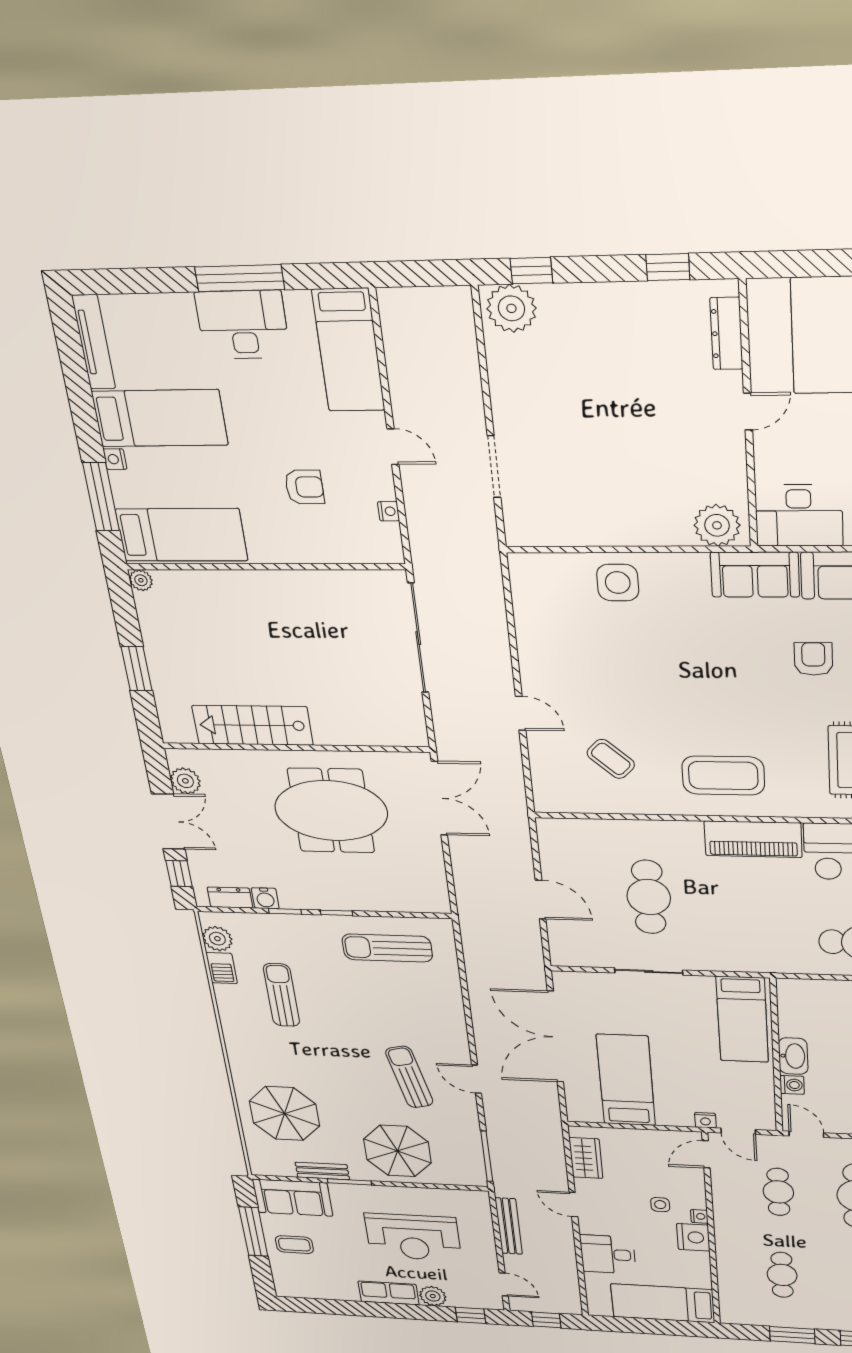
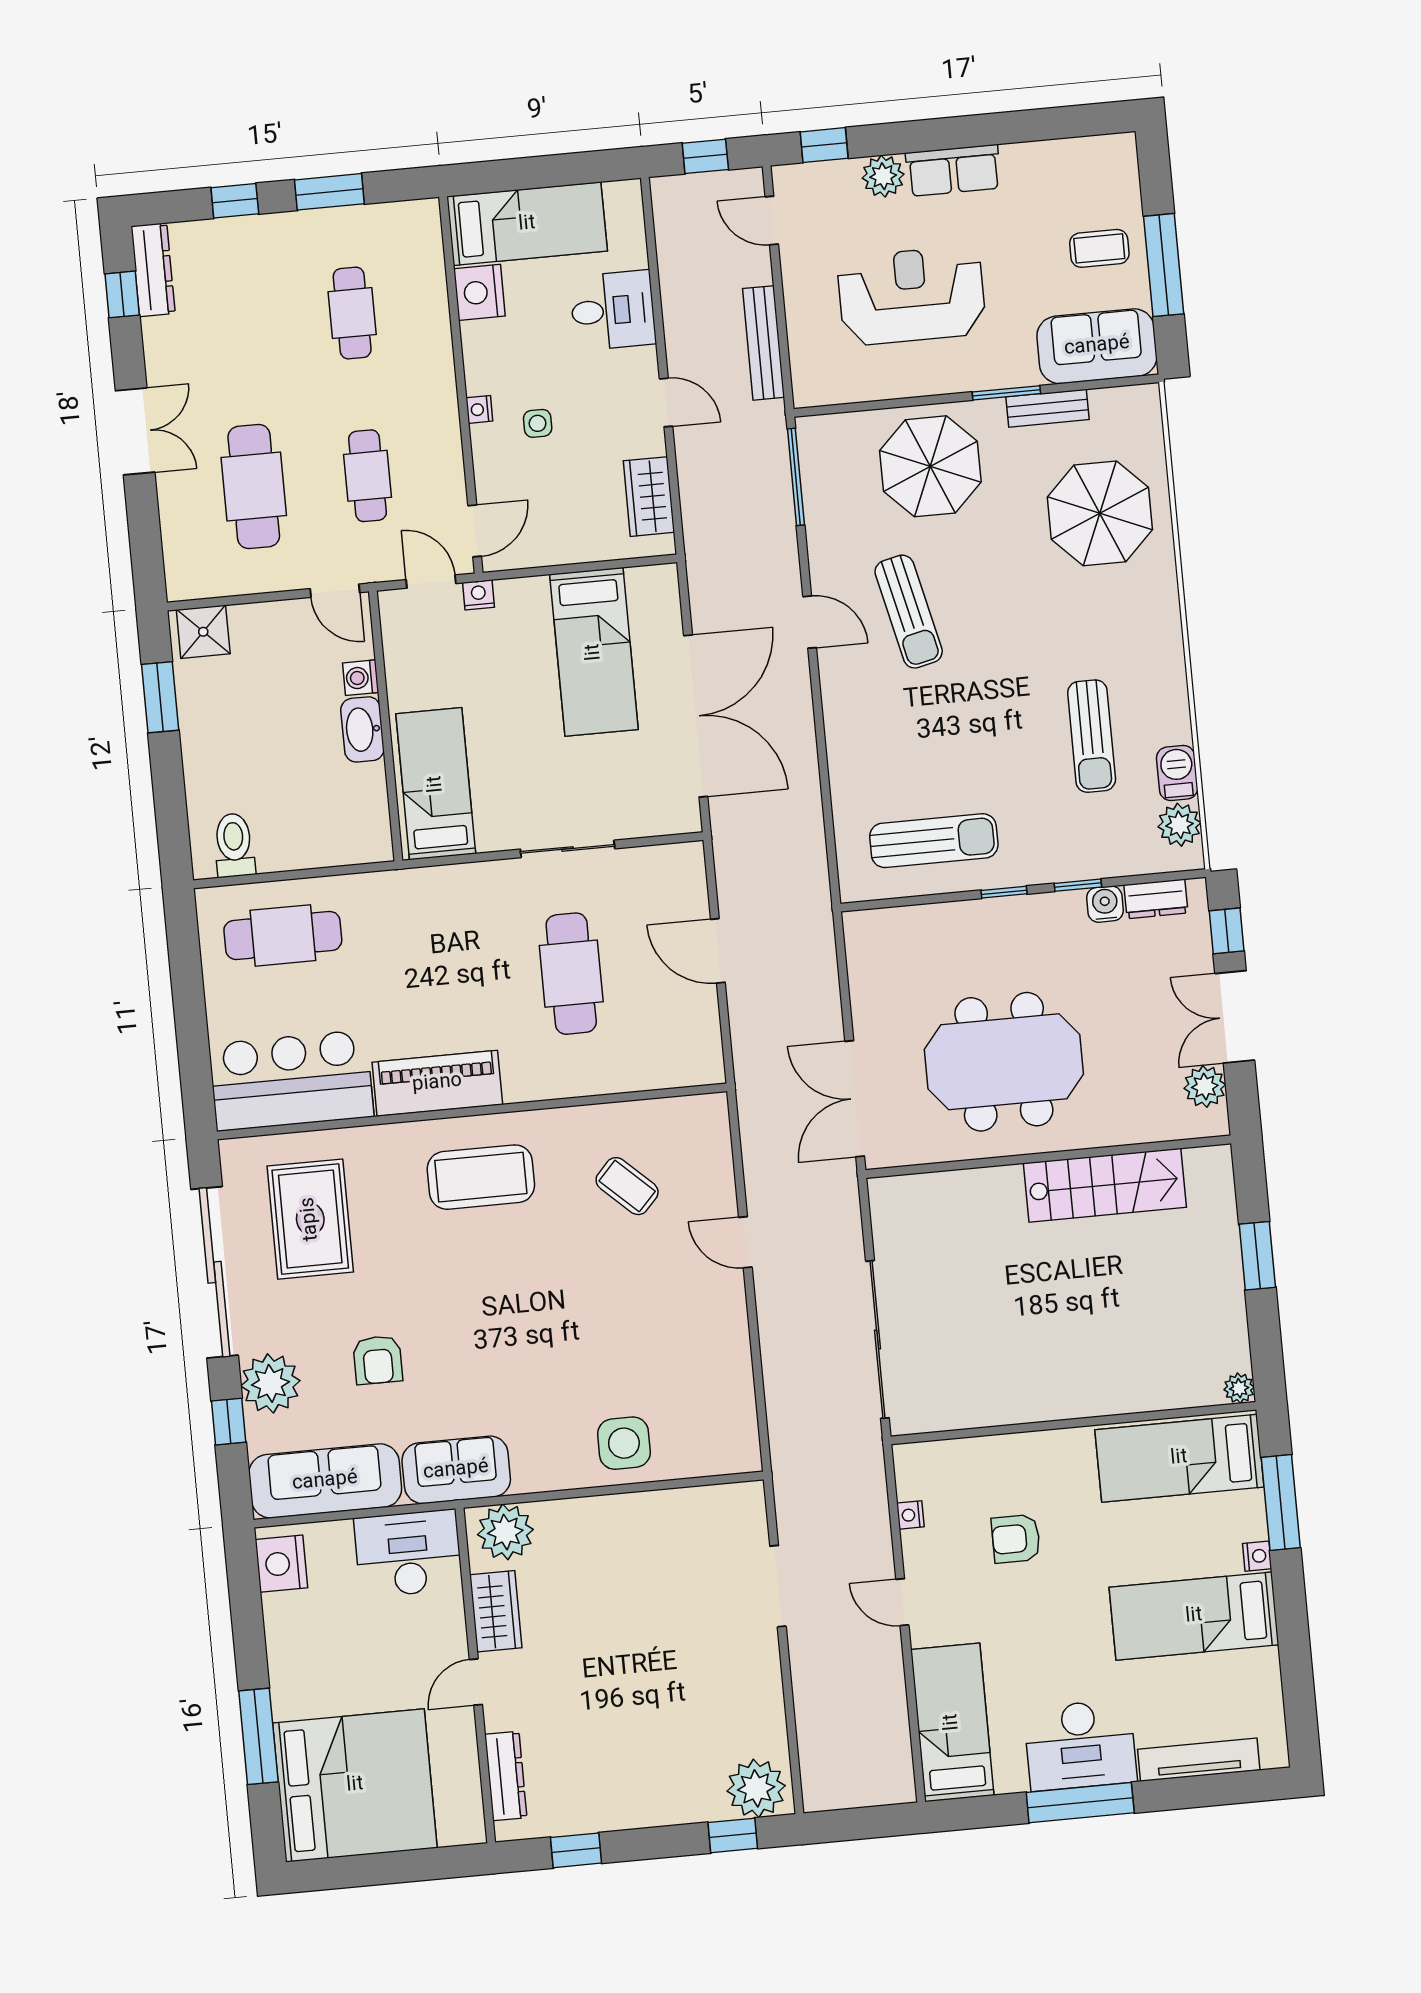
tv unit: (94, 342) -> (1199, 1760), moved, turned 90
wardrobe: (728, 466) -> (496, 1611), added
nightstand: (693, 1237) -> (479, 292), moved

